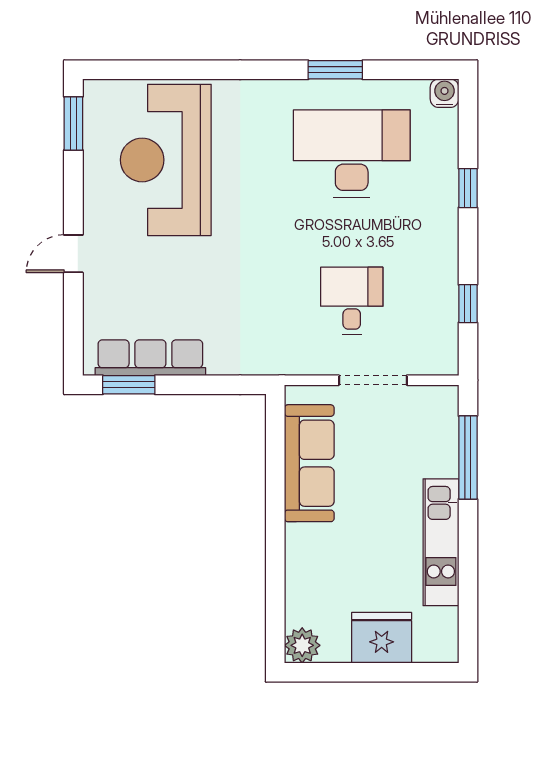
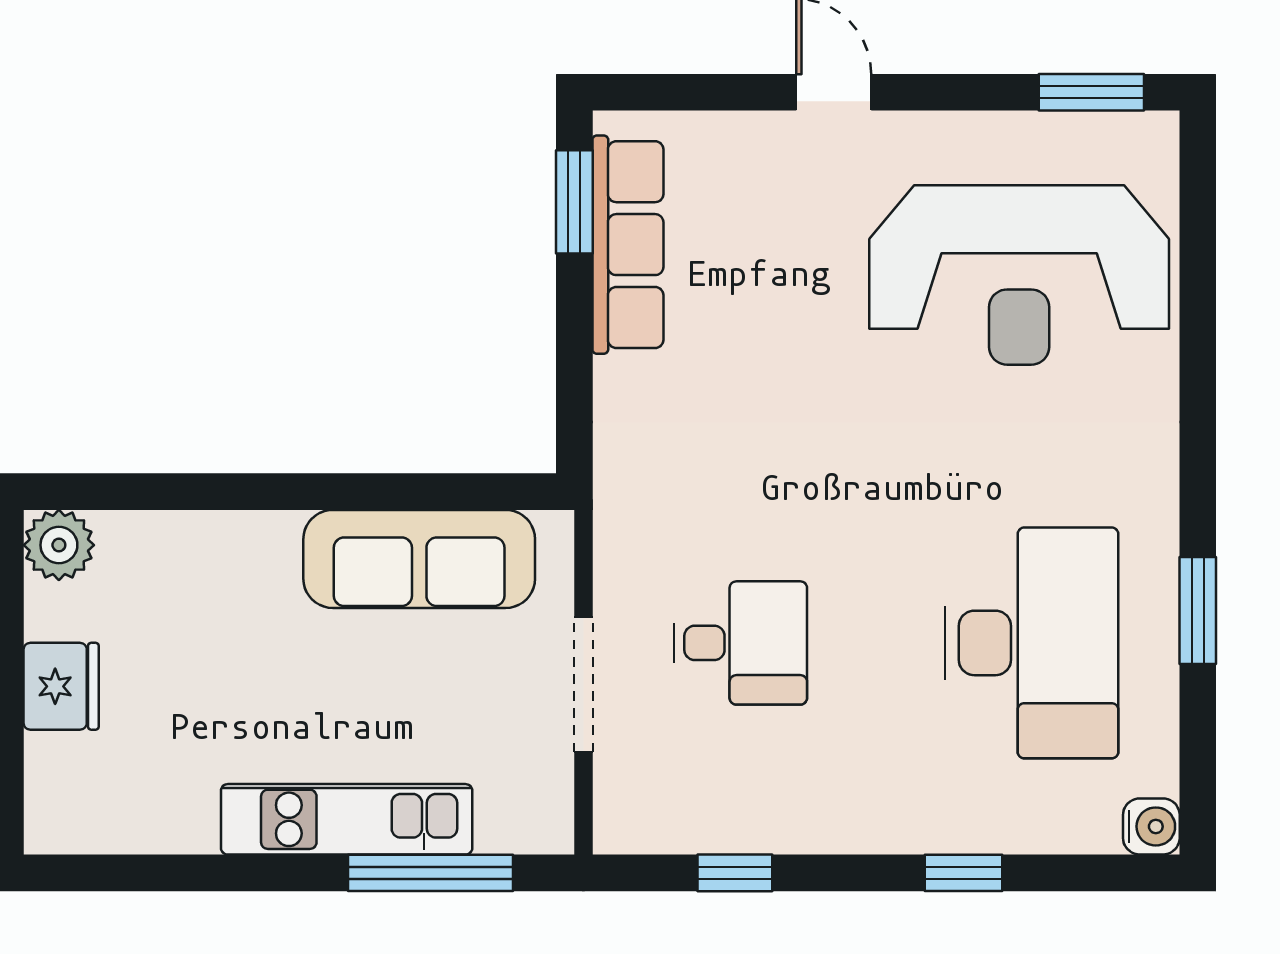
reception desk: (166, 160) -> (1019, 275), turned 180
kitchen unit: (441, 542) -> (347, 819), moved
fridge: (382, 638) -> (61, 686), width x0.73, depth x0.75

